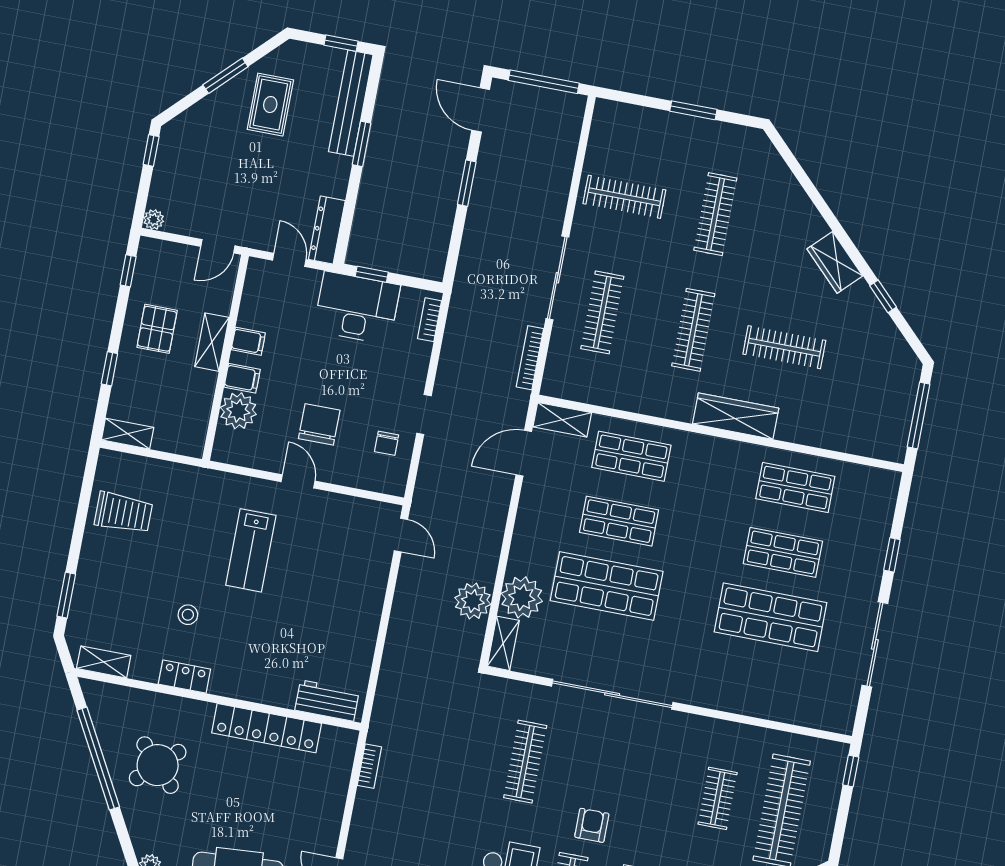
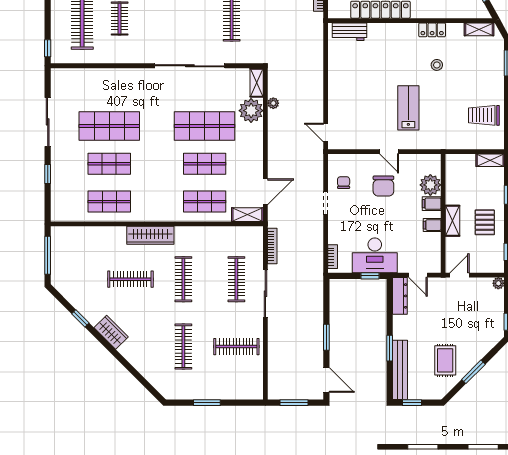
window: (544, 82) -> (294, 403), width x0.69
plant: (473, 601) -> (273, 103), width x0.53, depth x0.53

